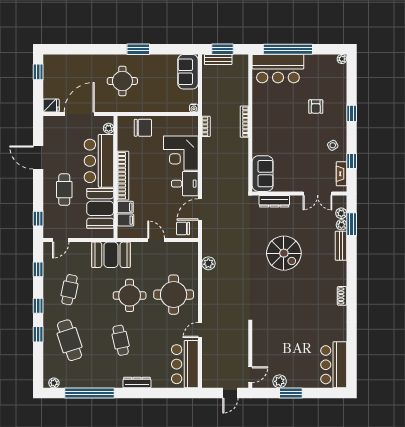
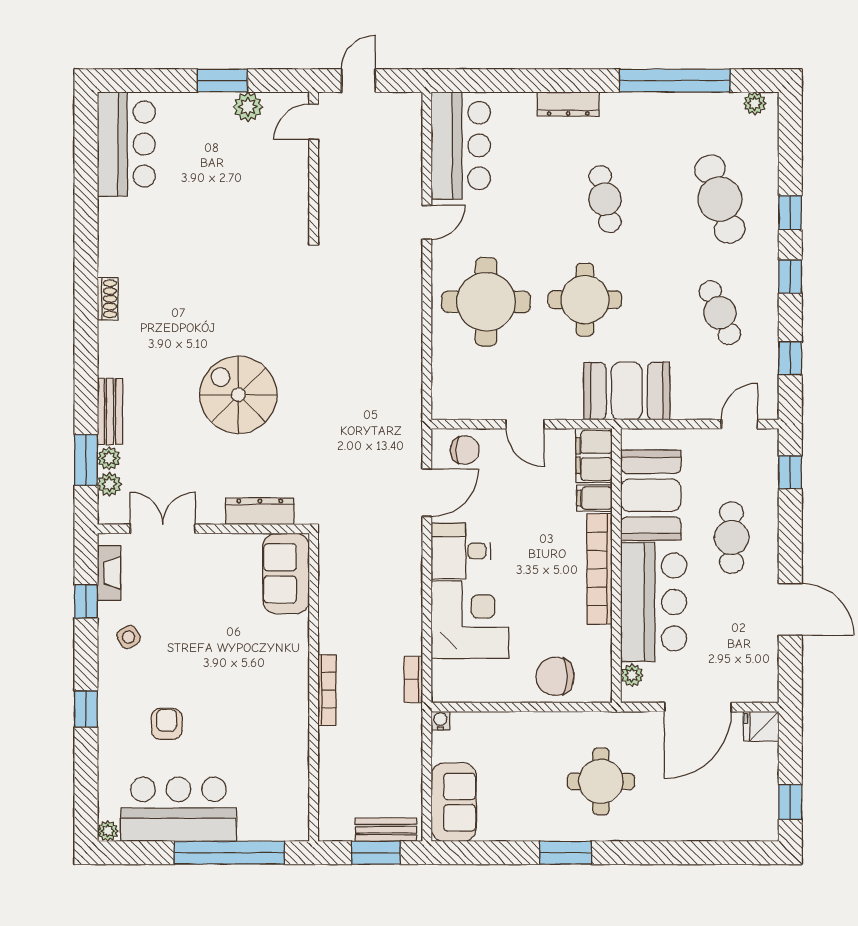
bar counter: (278, 69) -> (178, 809), moved
filing cabinet: (126, 220) -> (594, 456), width x2.00
plant: (208, 263) -> (408, 372), removed
cafe table: (69, 290) -> (720, 313), turned -36

